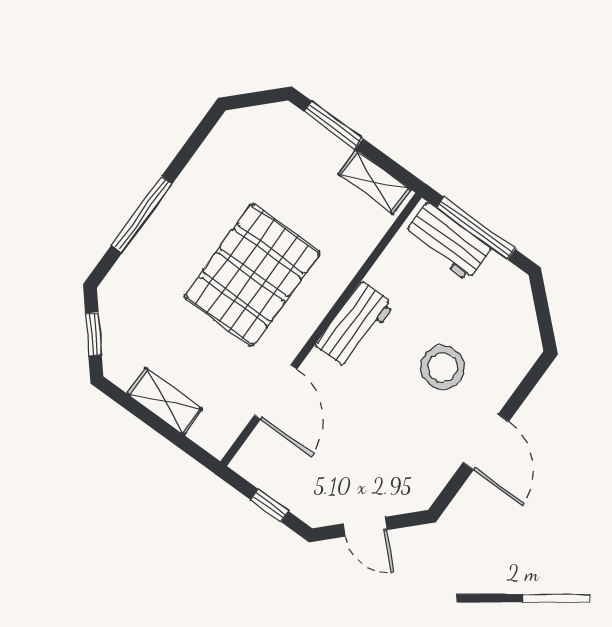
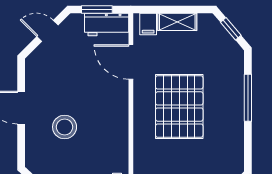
workbench: (355, 325) -> (107, 25), moved, turned -90
filing cabinet: (210, 429) -> (148, 24), added
window: (270, 505) -> (97, 9), width x1.50

